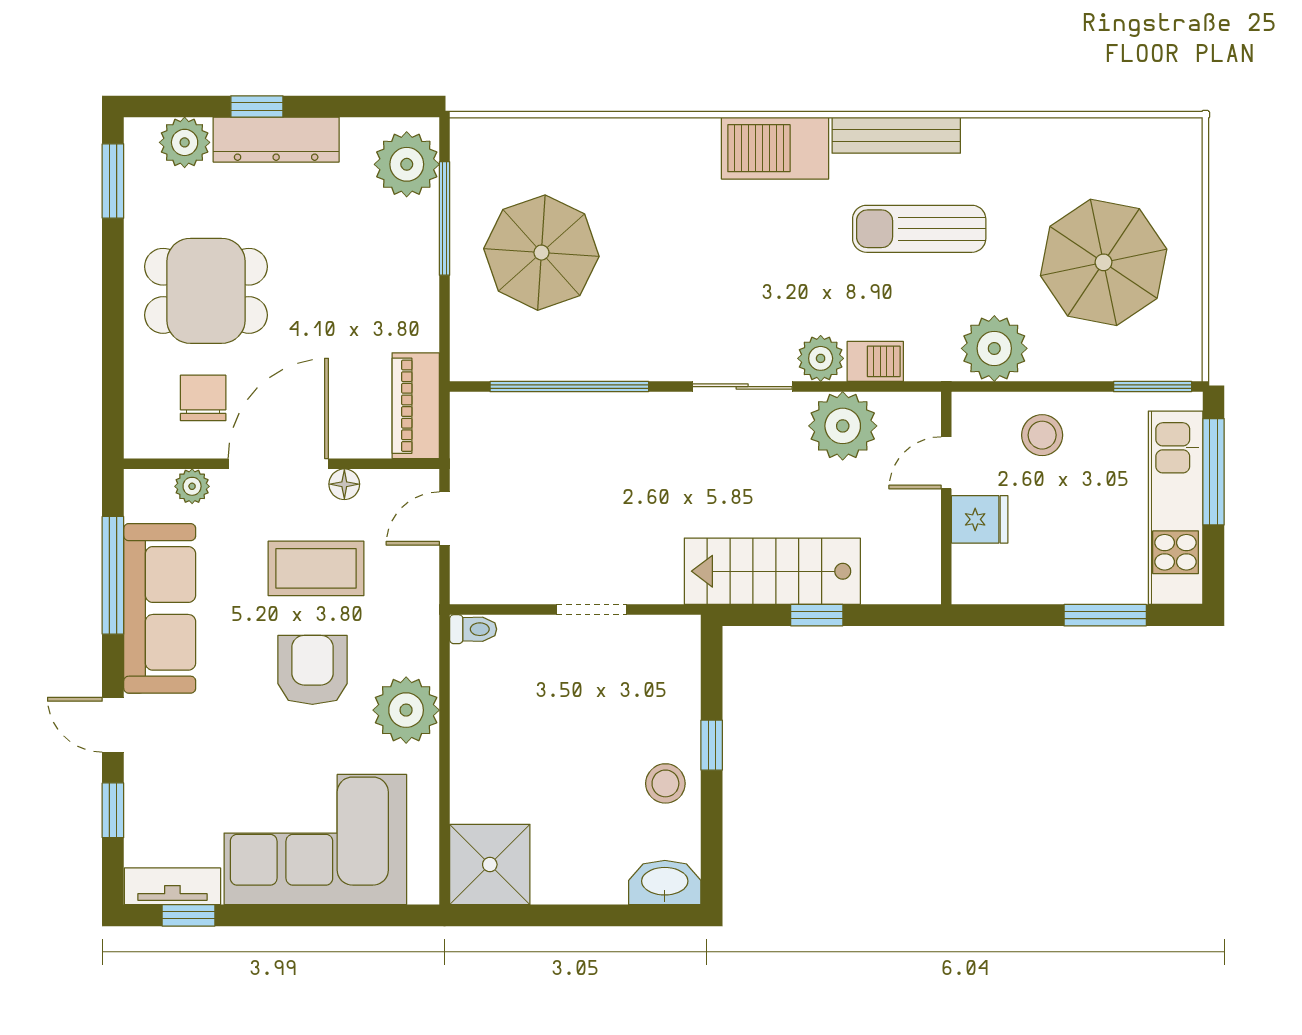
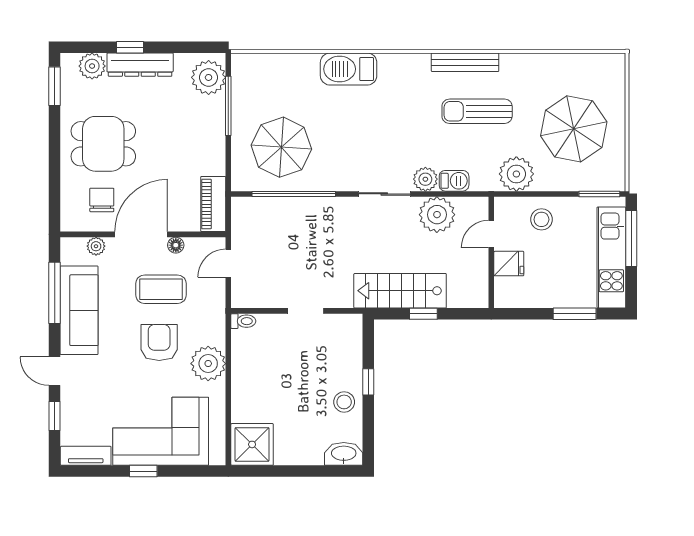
barbecue: (775, 148) -> (349, 69), moved
parasol: (541, 253) -> (281, 147), moved
window: (189, 915) -> (143, 471), moved

